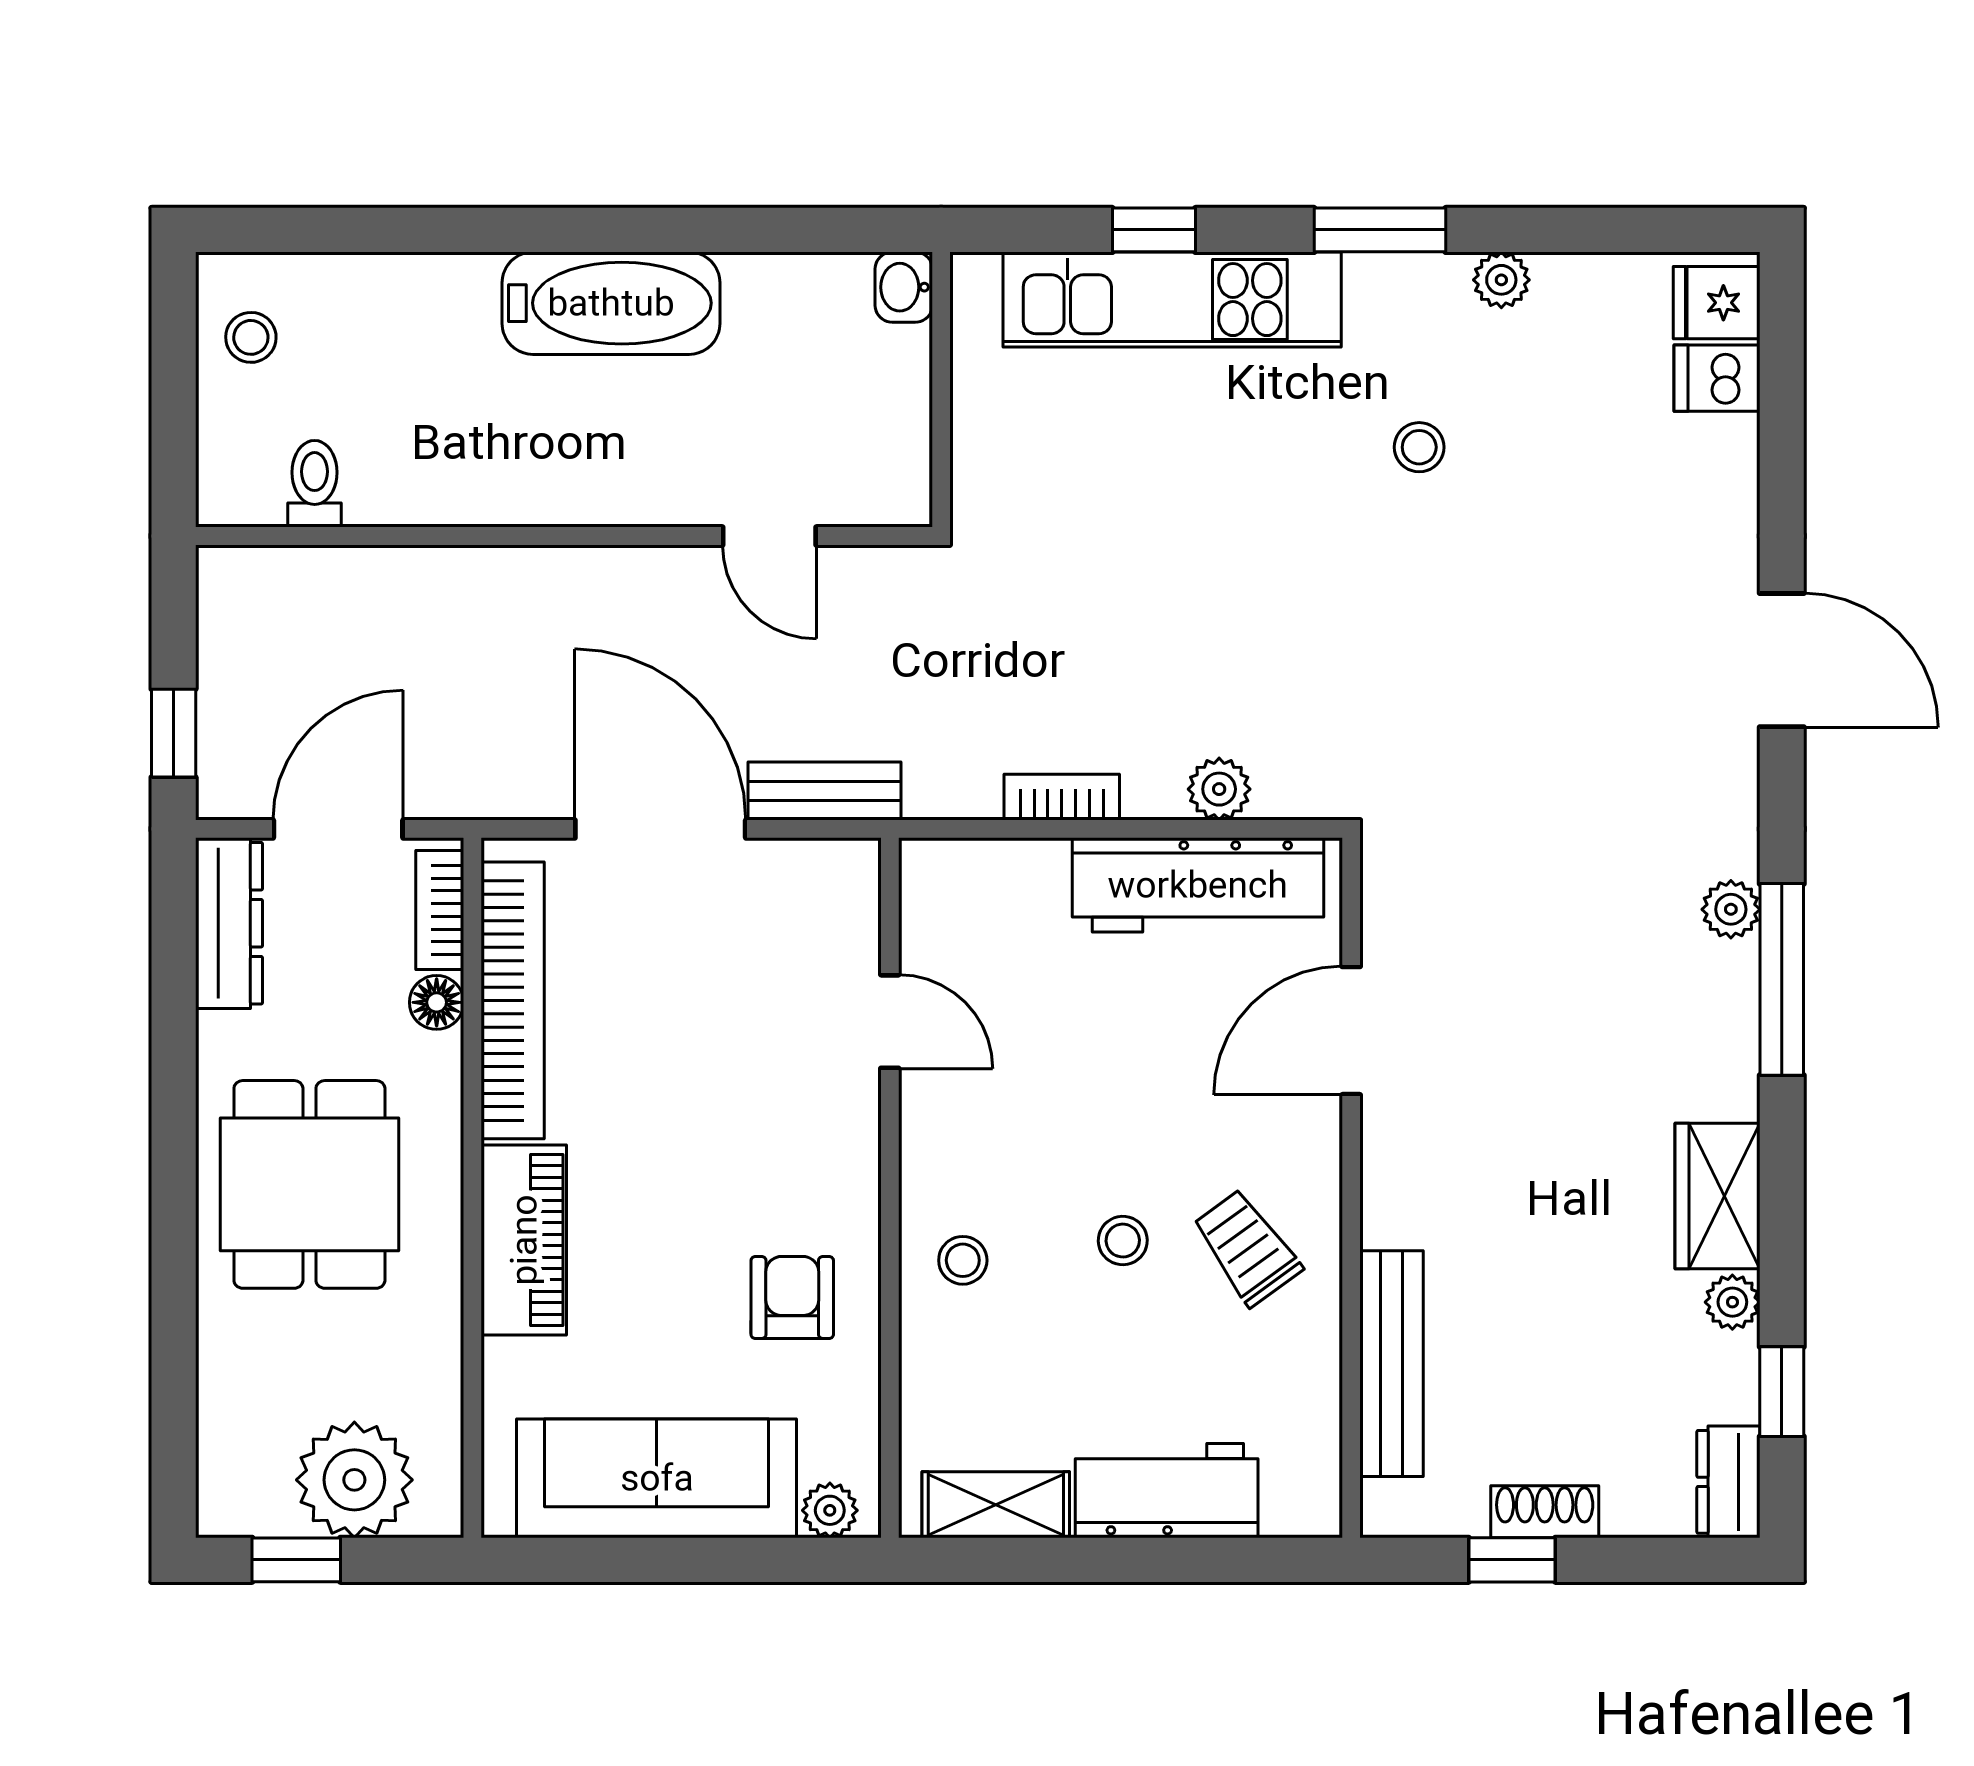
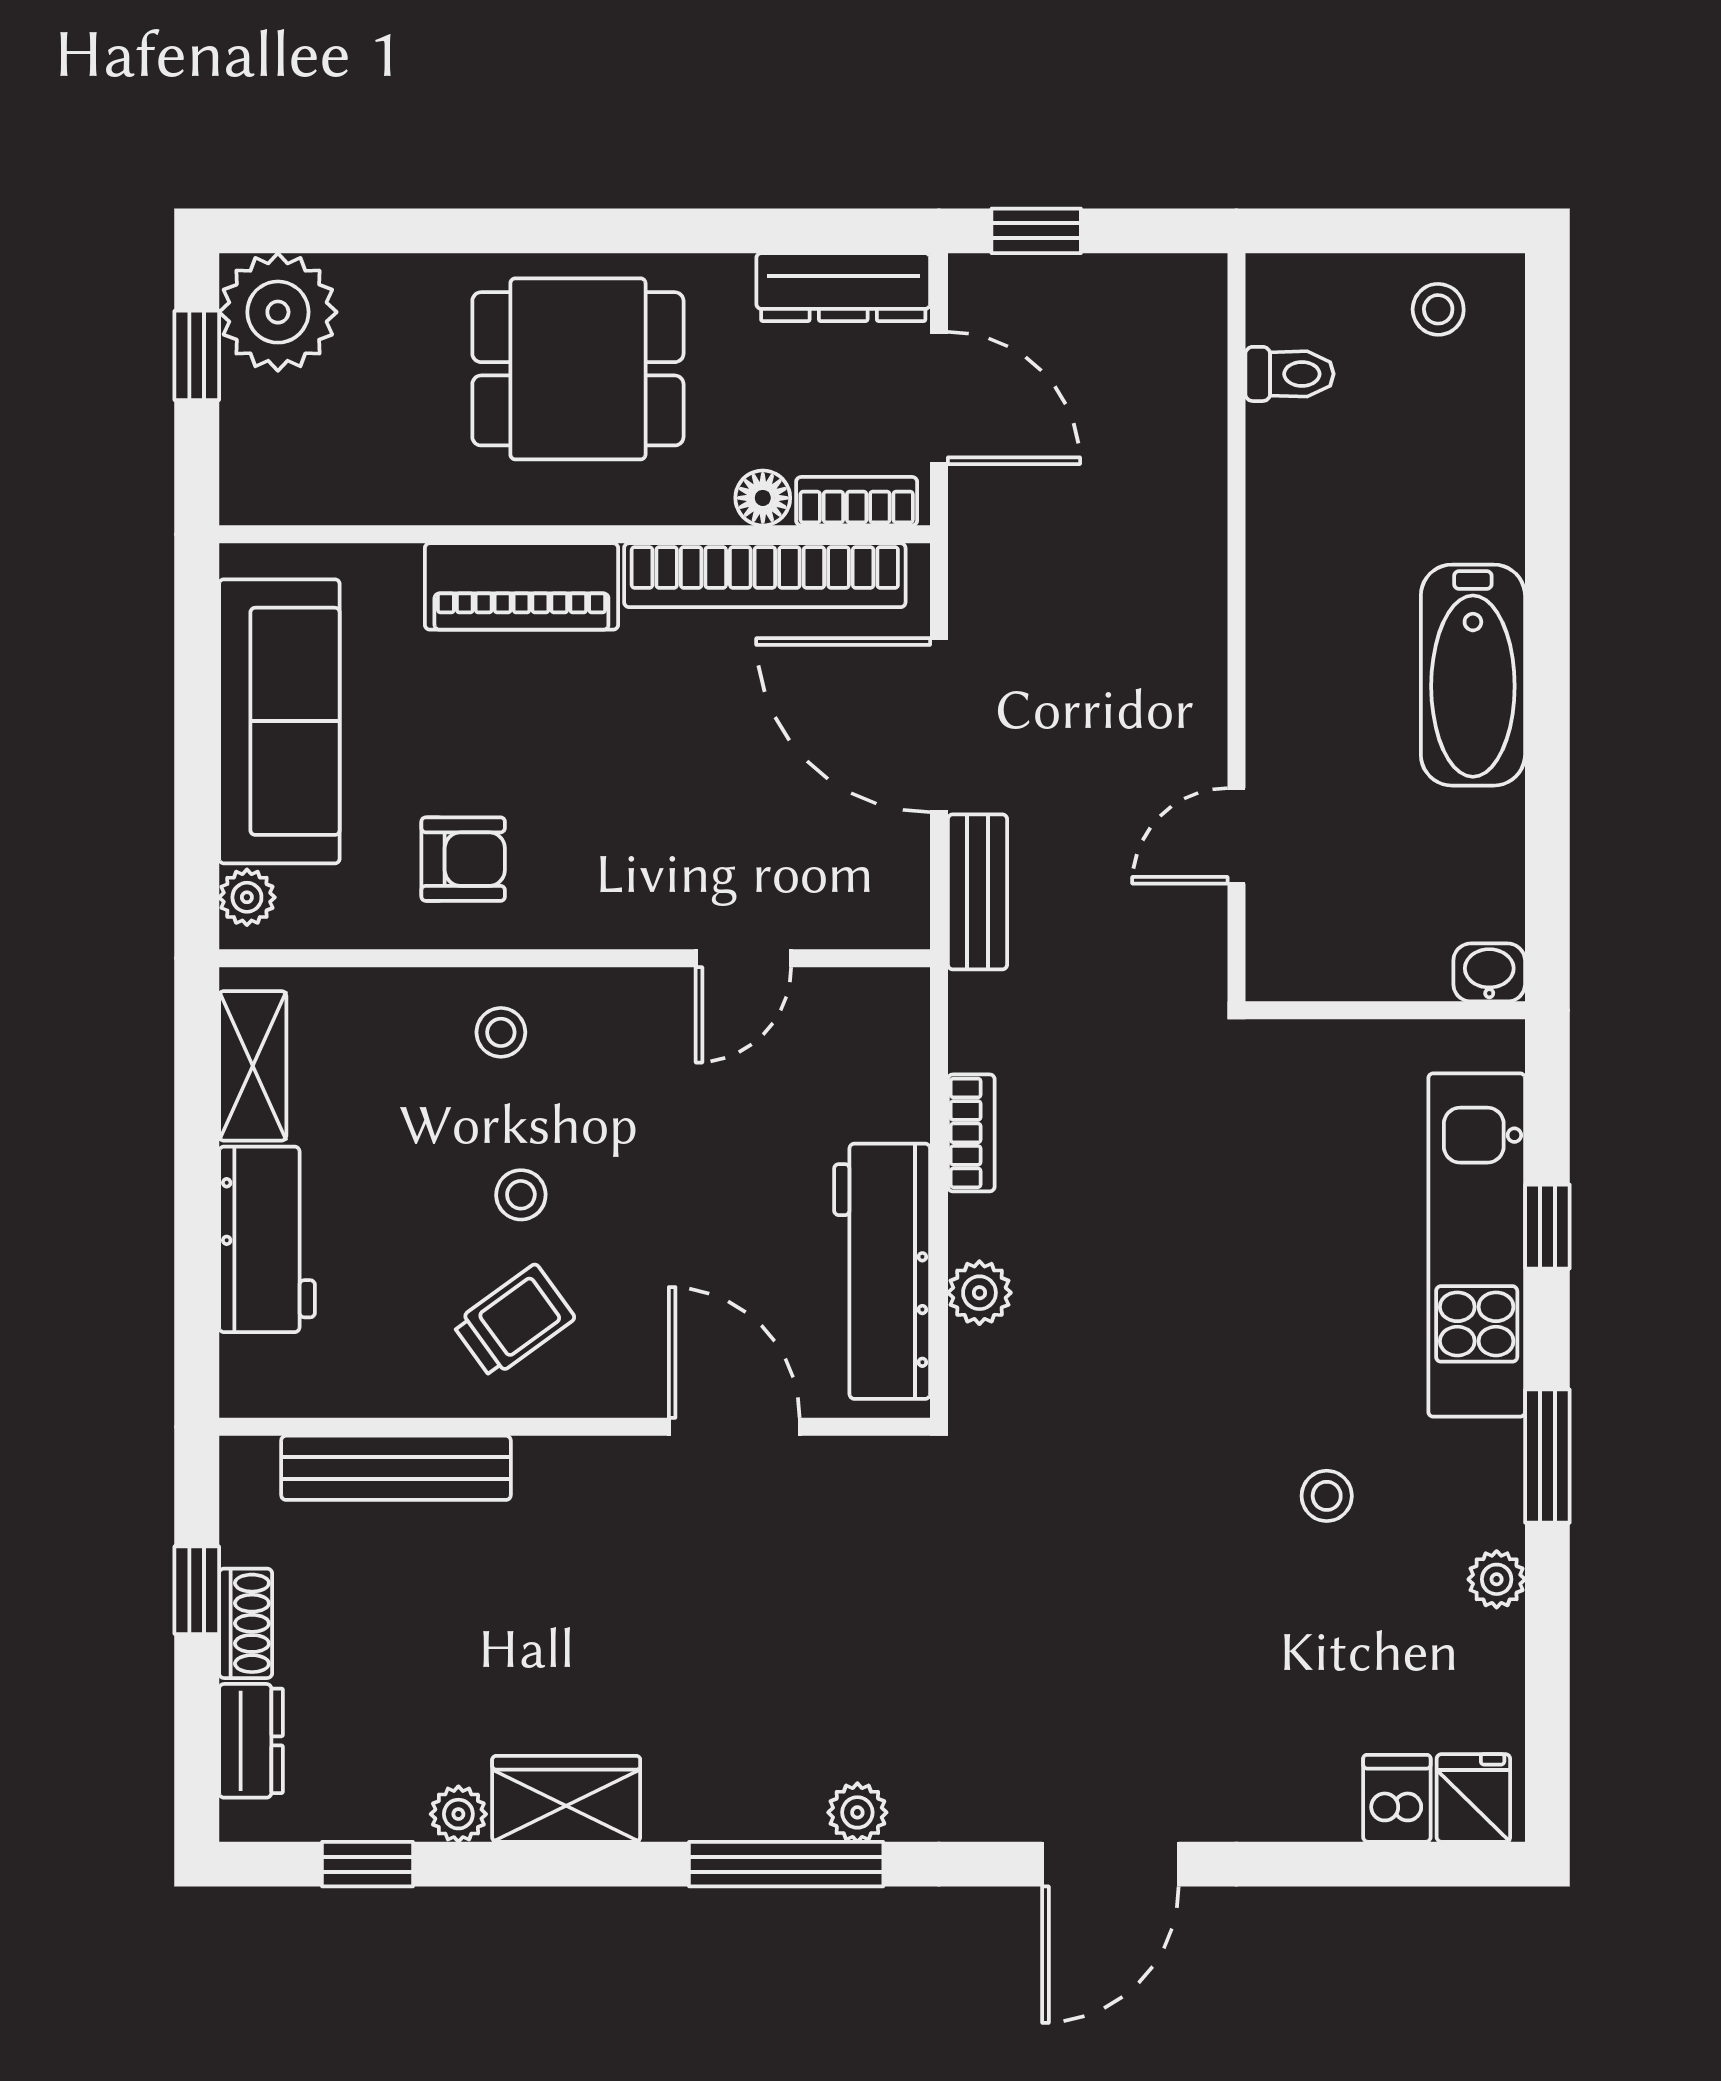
door: (660, 829) -> (939, 725), swing flipped
plant: (354, 1480) -> (278, 312), moved
dresser: (1728, 1482) -> (251, 1741), moved, turned 90

